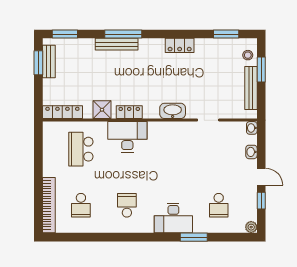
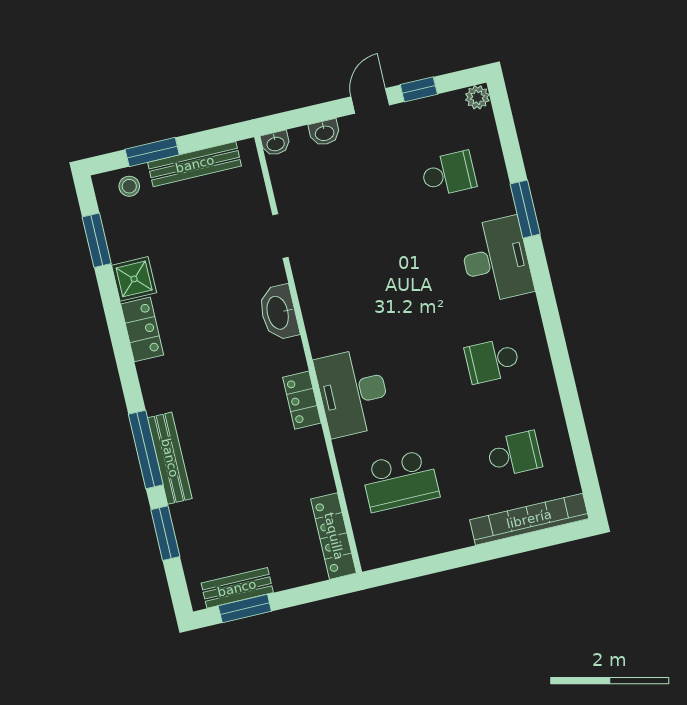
window: (65, 34) -> (165, 533), moved
shower: (102, 110) -> (134, 279), moved

